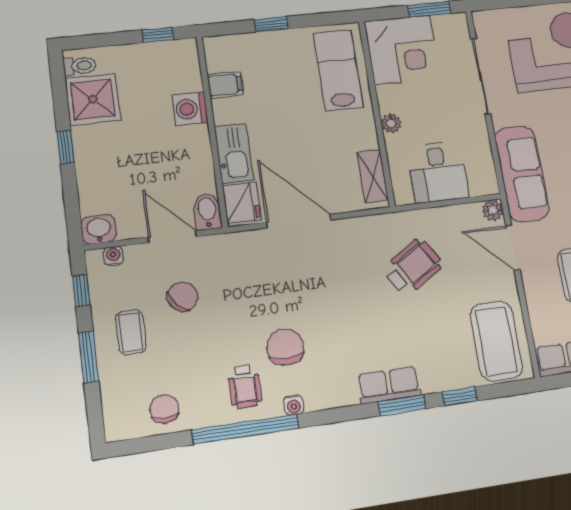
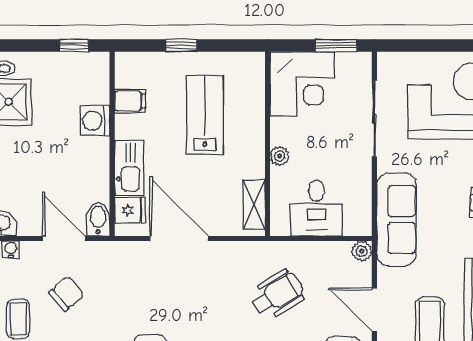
lab bench: (338, 70) -> (205, 115), moved
fridge: (242, 203) -> (130, 210), width x0.72
door: (513, 248) -> (374, 310), moved

